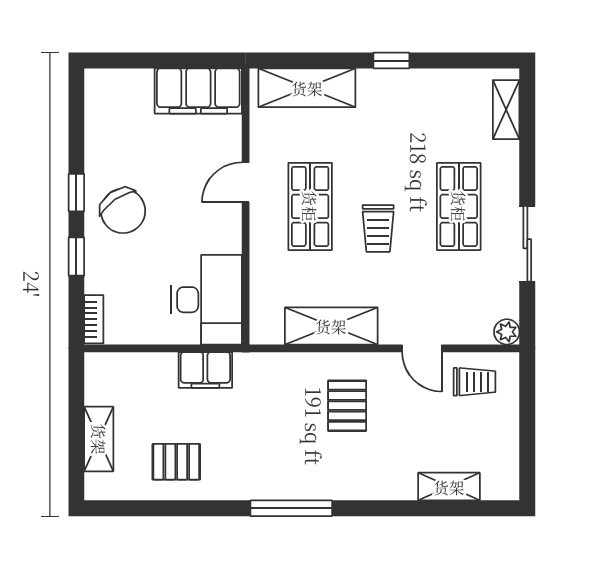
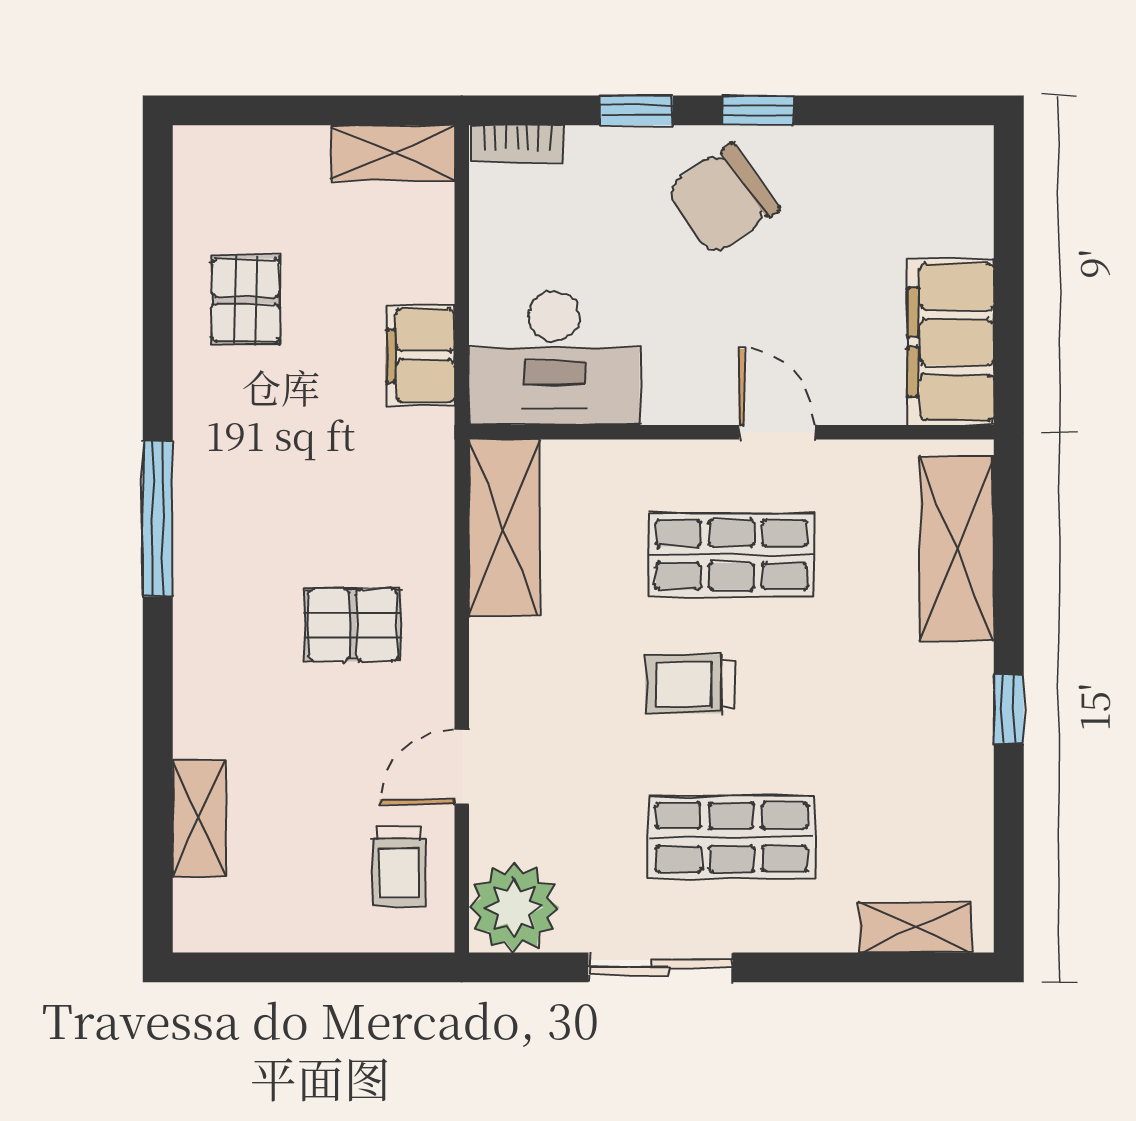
shelving: (331, 326) -> (504, 528), moved
plant: (507, 332) -> (514, 907), width x1.87, depth x1.87
shelving: (99, 439) -> (393, 153), moved

